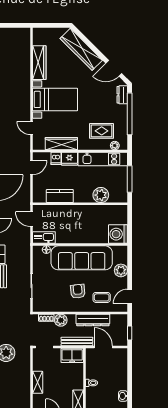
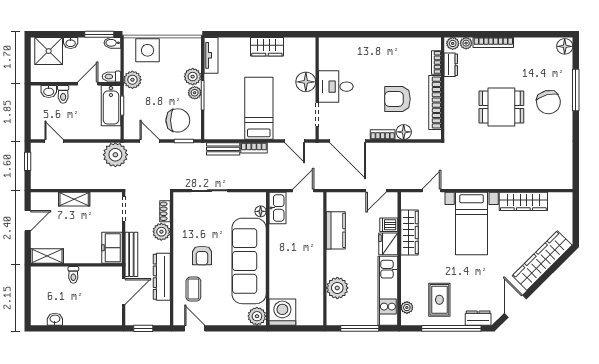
rug: (102, 131) -> (439, 300), moved
door: (32, 167) -> (376, 191), hinge flipped
plant: (121, 270) -> (257, 316), moved
armchair: (78, 291) -> (202, 256), turned 96

